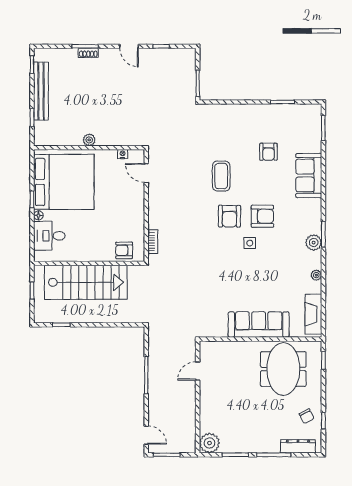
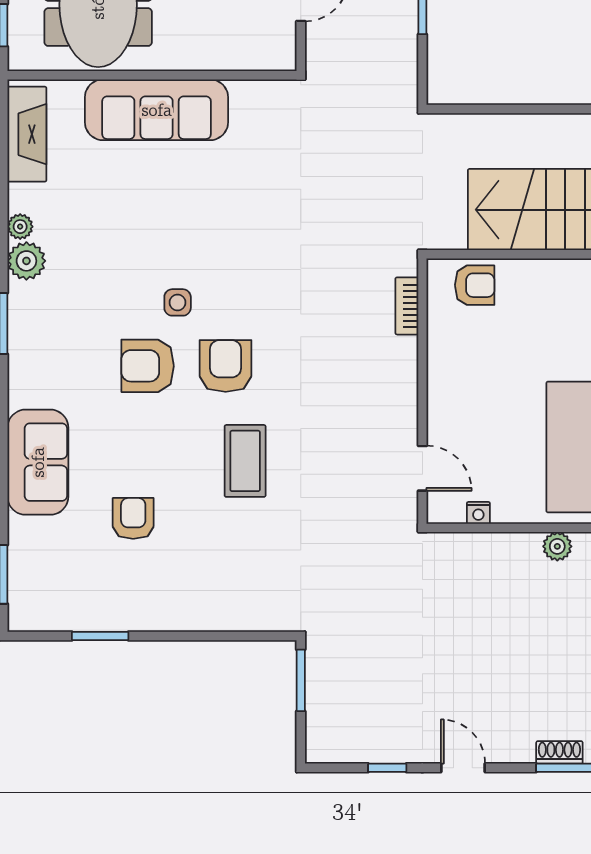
plant: (314, 243) -> (26, 261), moved

